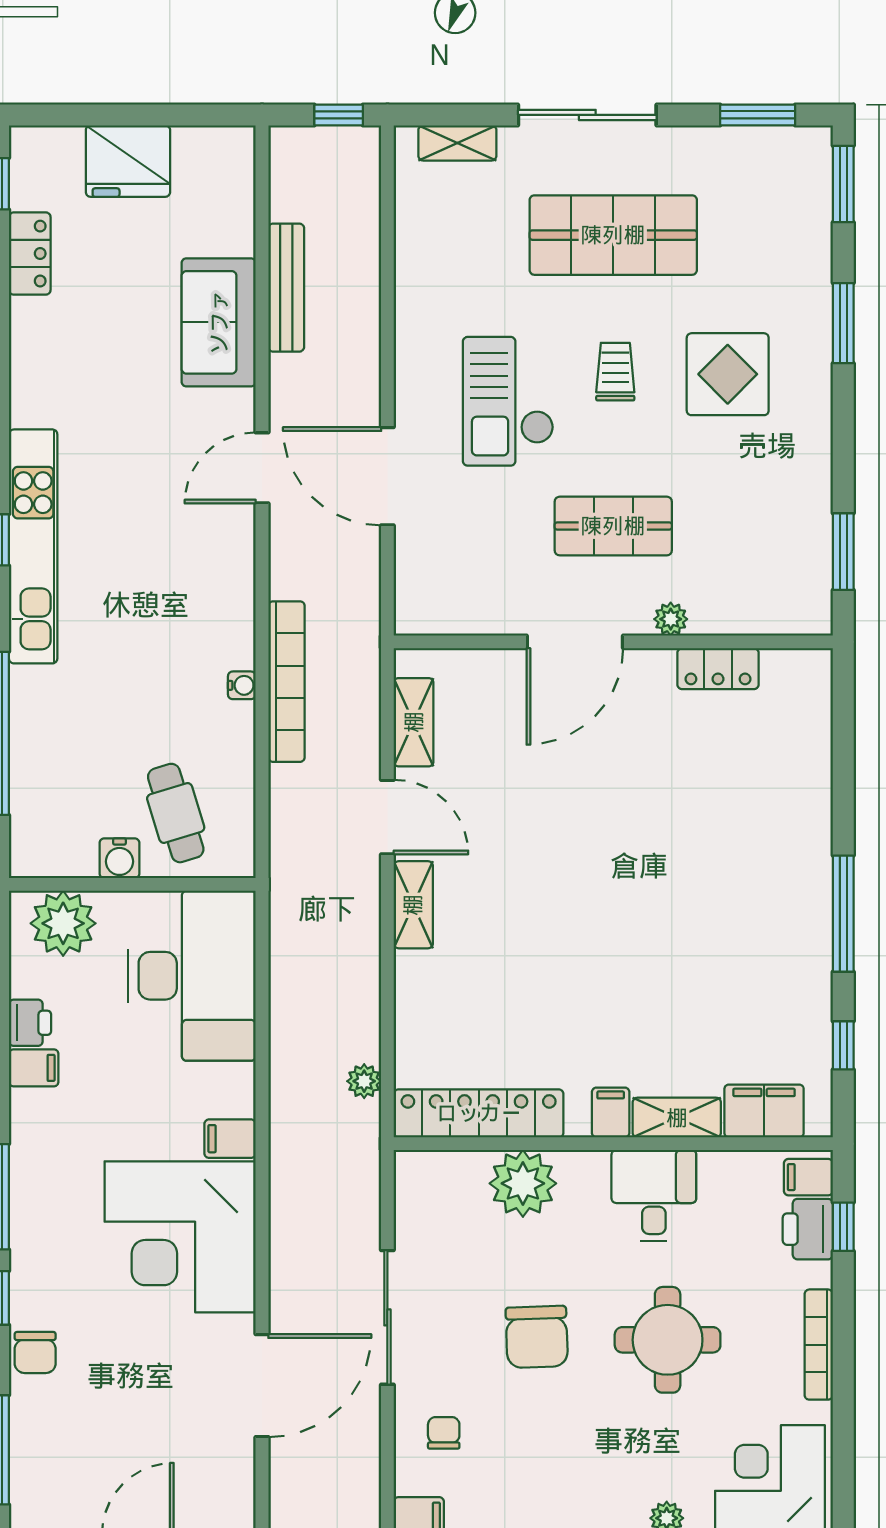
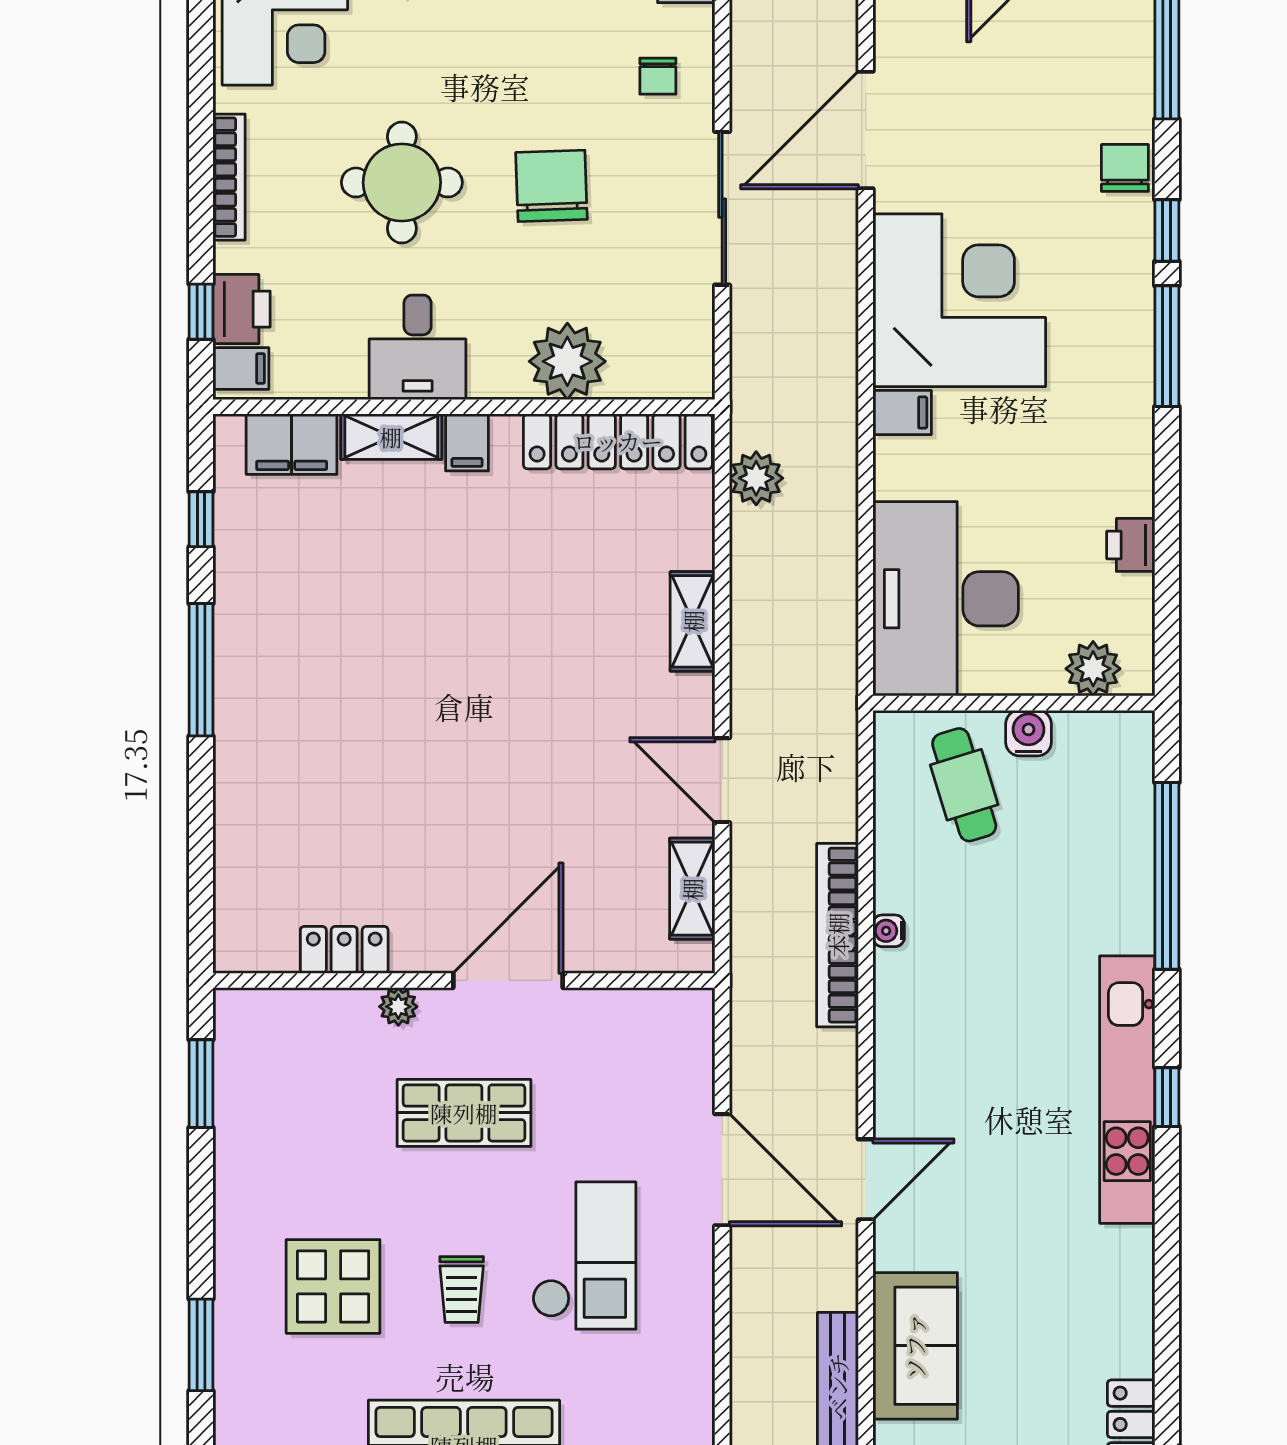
shelving: (413, 905) -> (693, 621), moved
plant: (63, 923) -> (1093, 669), width x0.73, depth x0.73
filing cabinet: (34, 1068) -> (1127, 493), removed
plant: (364, 1081) -> (756, 478), width x1.38, depth x1.38

